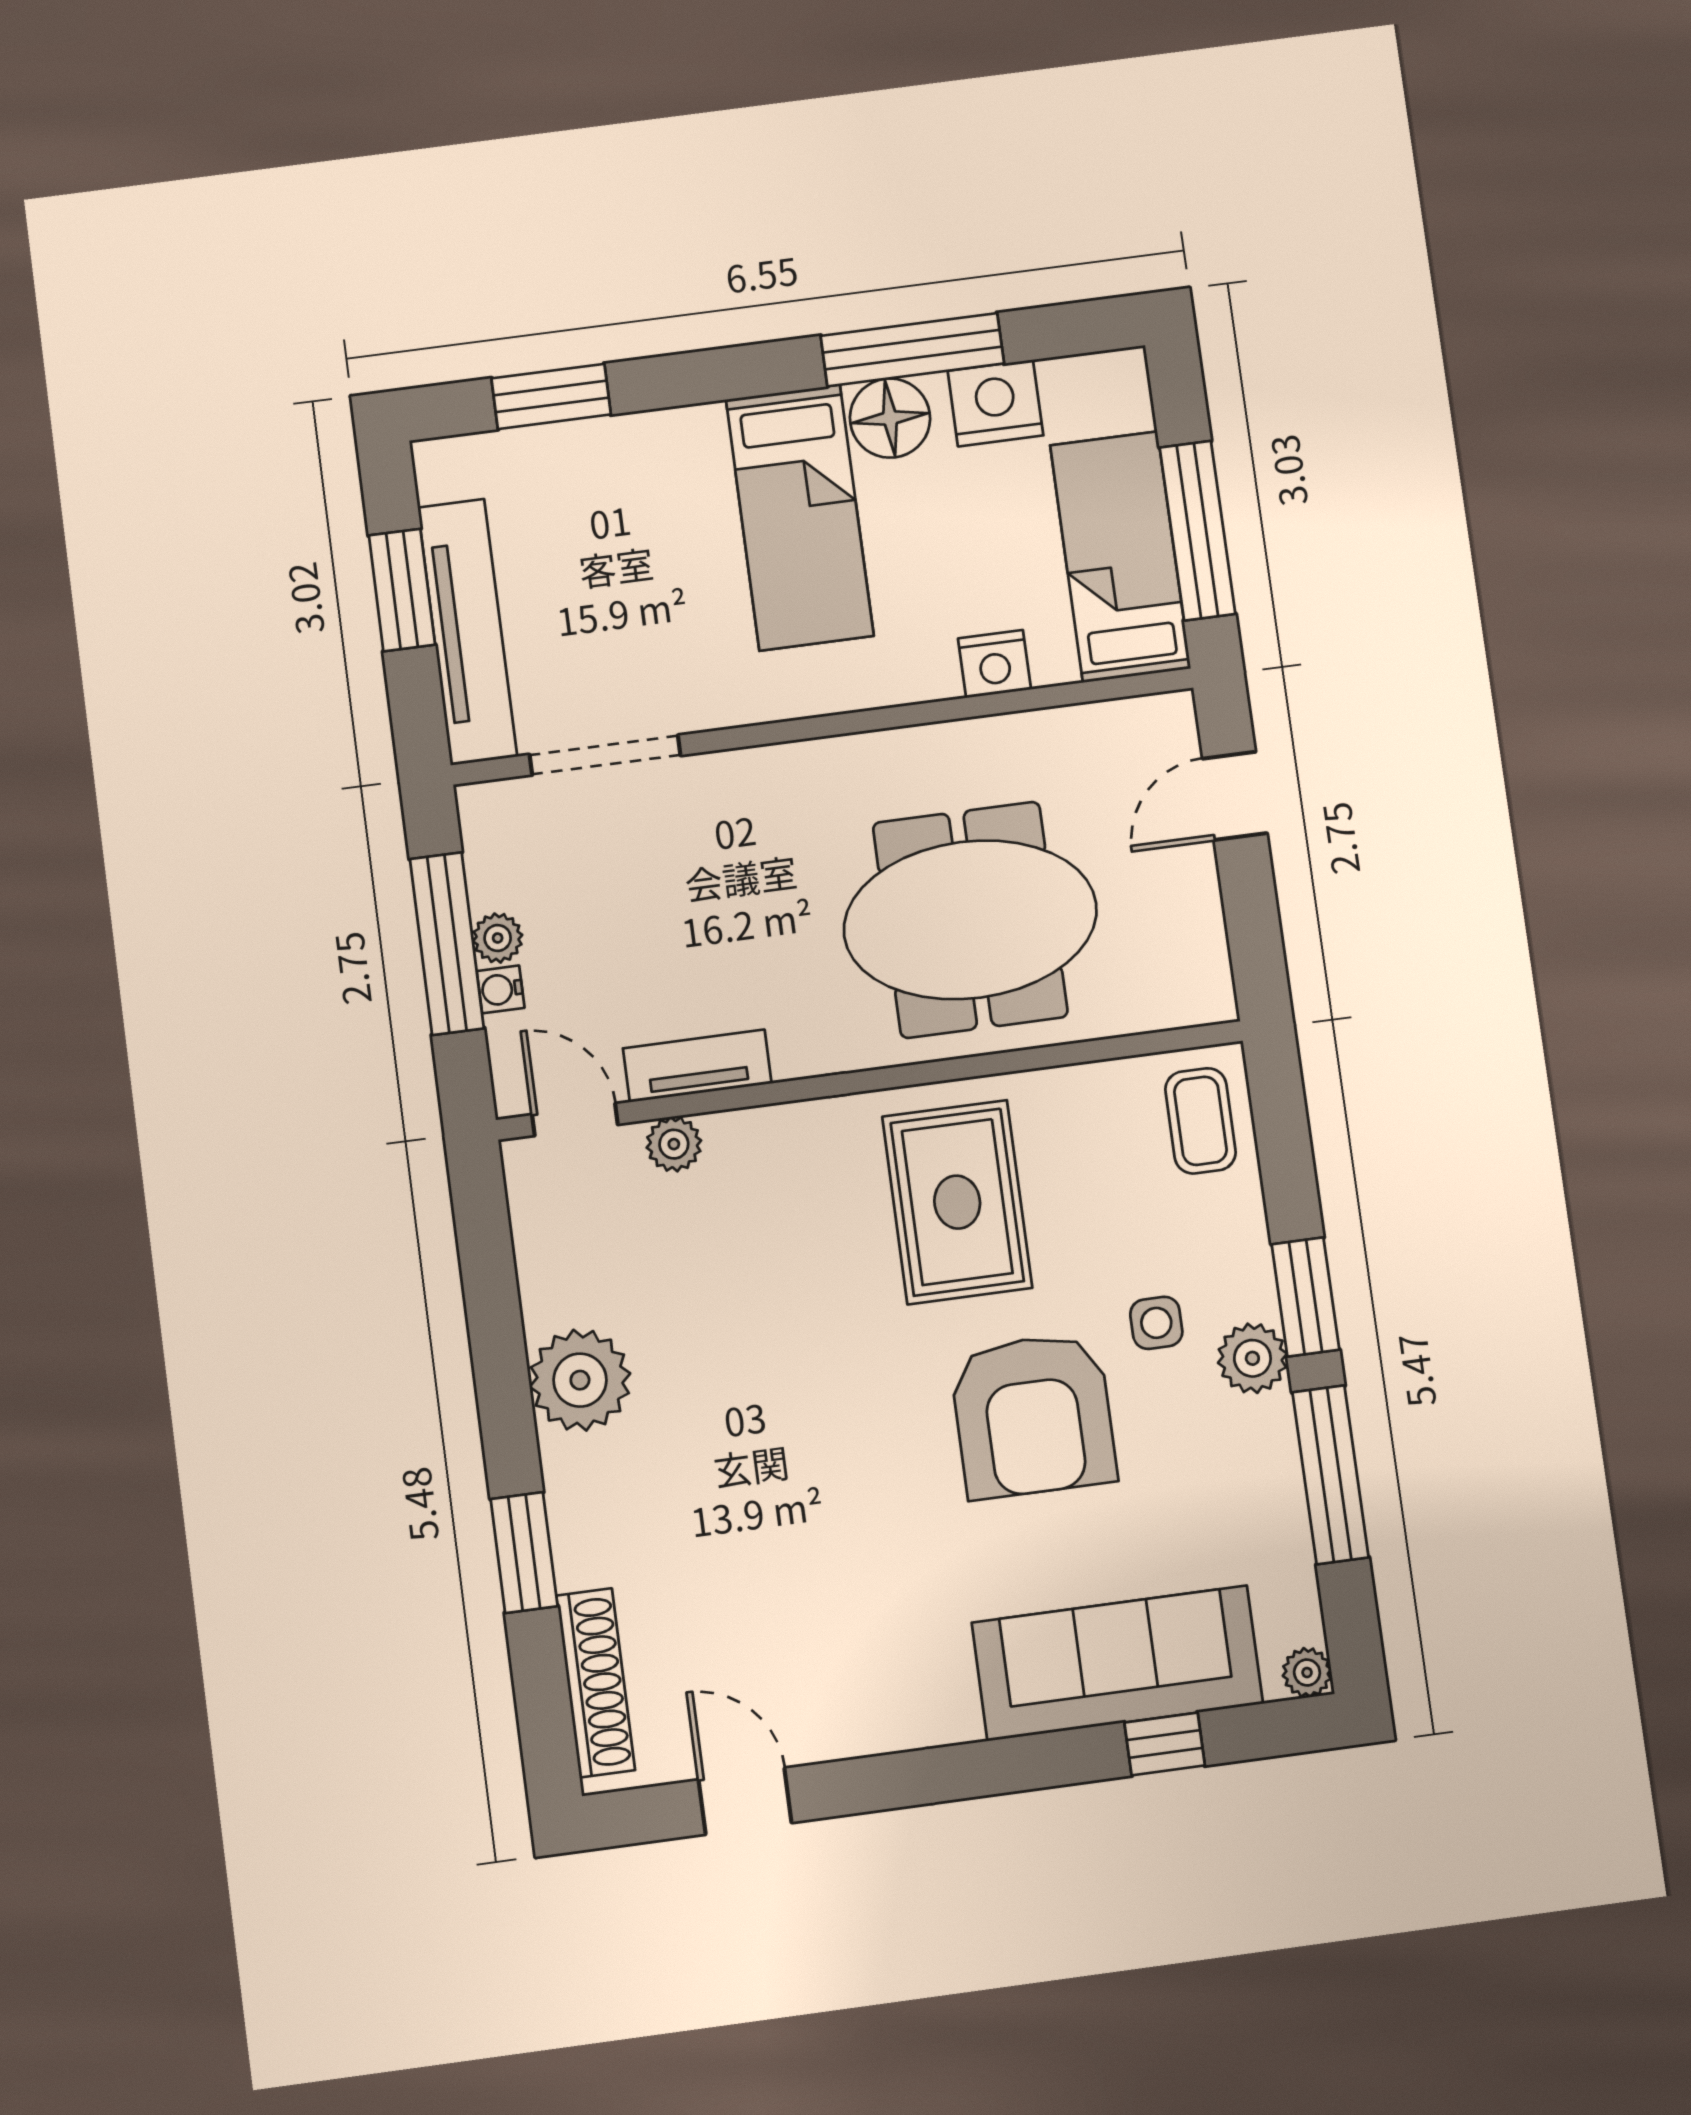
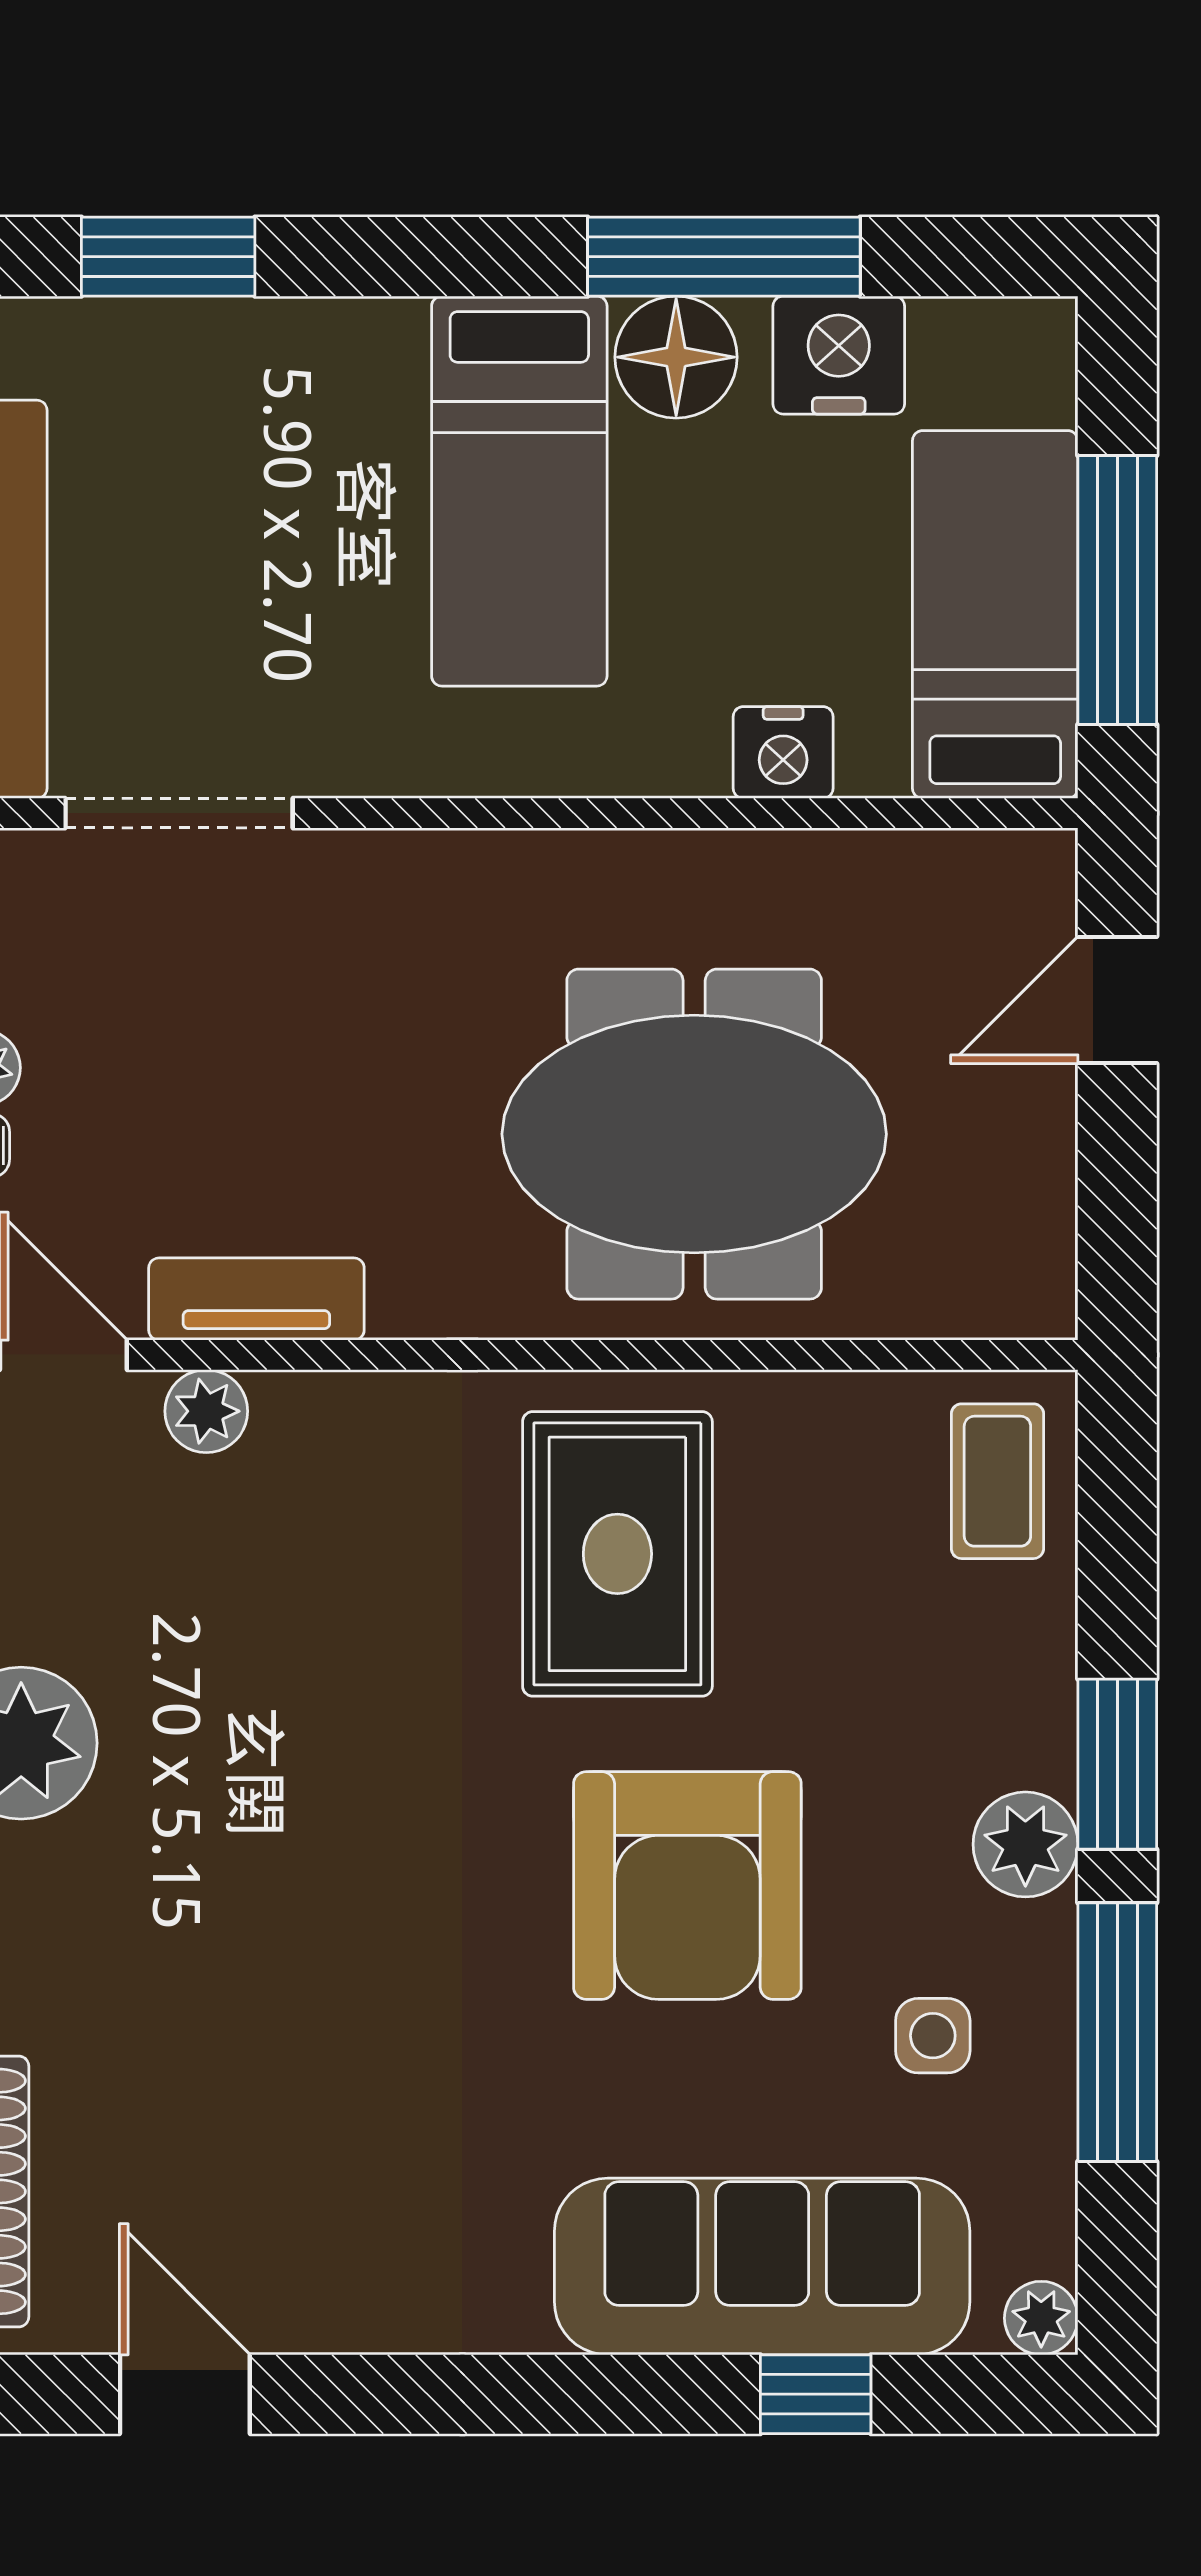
side table: (1156, 1323) -> (933, 2036), moved

